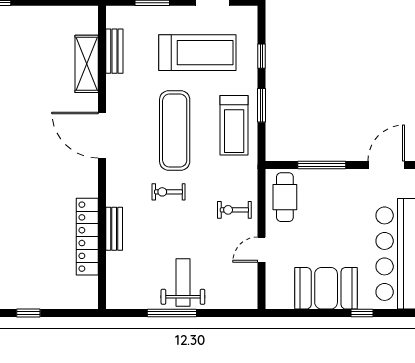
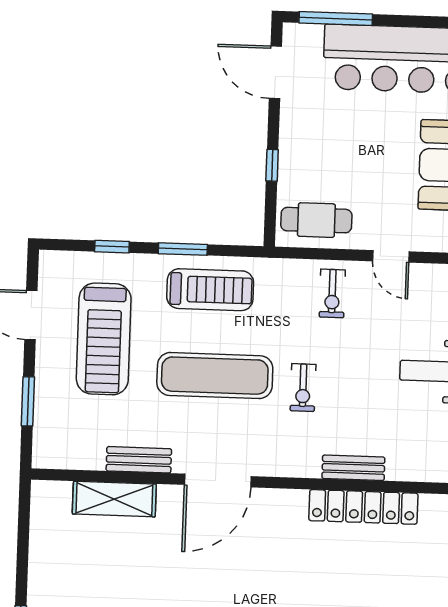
bench: (114, 51) -> (139, 460), moved
treadmill: (197, 53) -> (104, 339), turned 180
window: (322, 165) -> (272, 165), width x0.46

